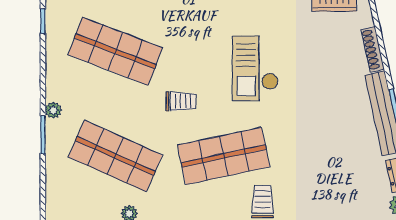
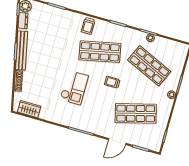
shop shelf: (115, 51) -> (136, 113), turned -36

